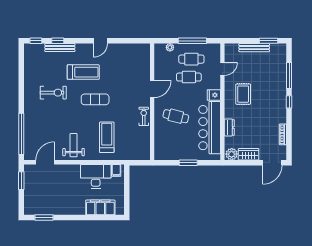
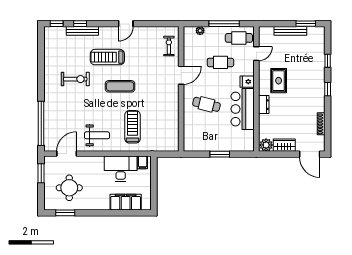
cafe table: (191, 59) -> (239, 38), moved
treadmill: (83, 72) -> (107, 57), turned 180
window: (289, 76) -> (328, 61), width x0.46
exercise bike: (144, 116) -> (169, 46), moved
dresser: (229, 127) -> (264, 105), moved
bar counter: (210, 128) -> (243, 109), width x0.73
weight bench: (74, 145) -> (97, 135), turned 90
door: (272, 163) -> (310, 154), hinge flipped
round table: (48, 194) -> (69, 188), added

